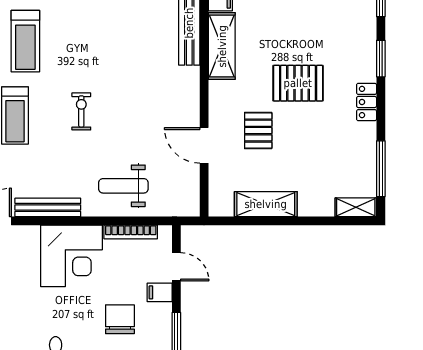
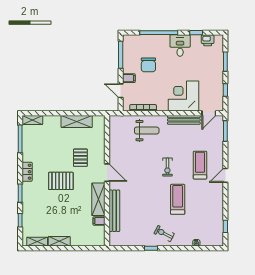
treadmill: (25, 41) -> (178, 199), moved
door: (204, 145) -> (107, 173), moved
corner desk: (71, 256) -> (184, 96), moved

